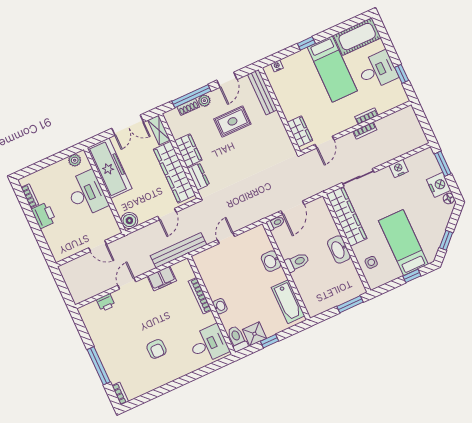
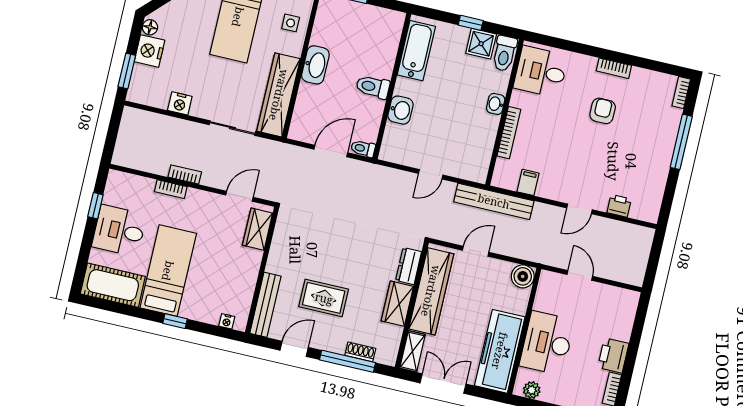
plant: (204, 101) -> (337, 345), removed
filing cabinet: (162, 279) -> (528, 182), width x0.50
bookcase: (169, 378) -> (614, 68), added

